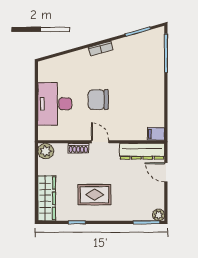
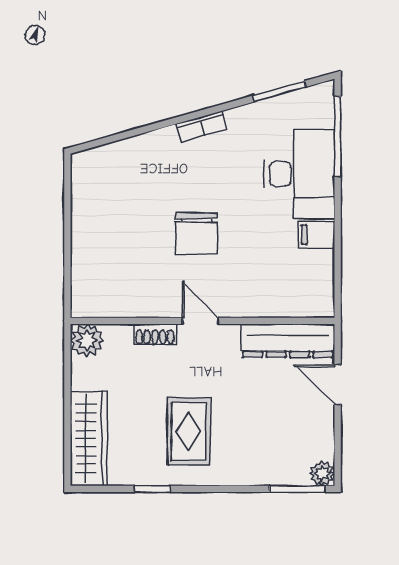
chair: (98, 100) -> (196, 233), turned -90
desk: (55, 104) -> (299, 174), moved, turned 180
filing cabinet: (156, 134) -> (317, 235), moved
rug: (94, 195) -> (189, 431), turned 90

